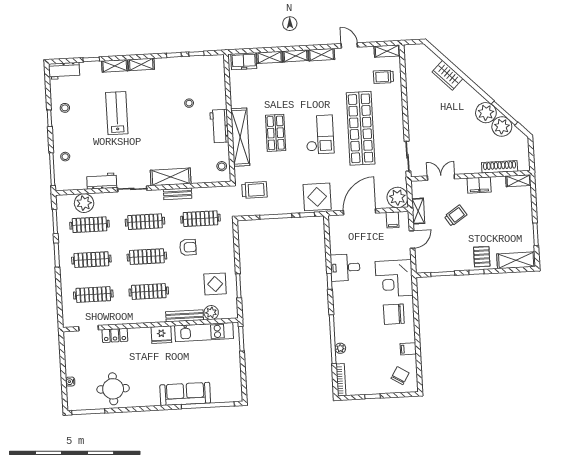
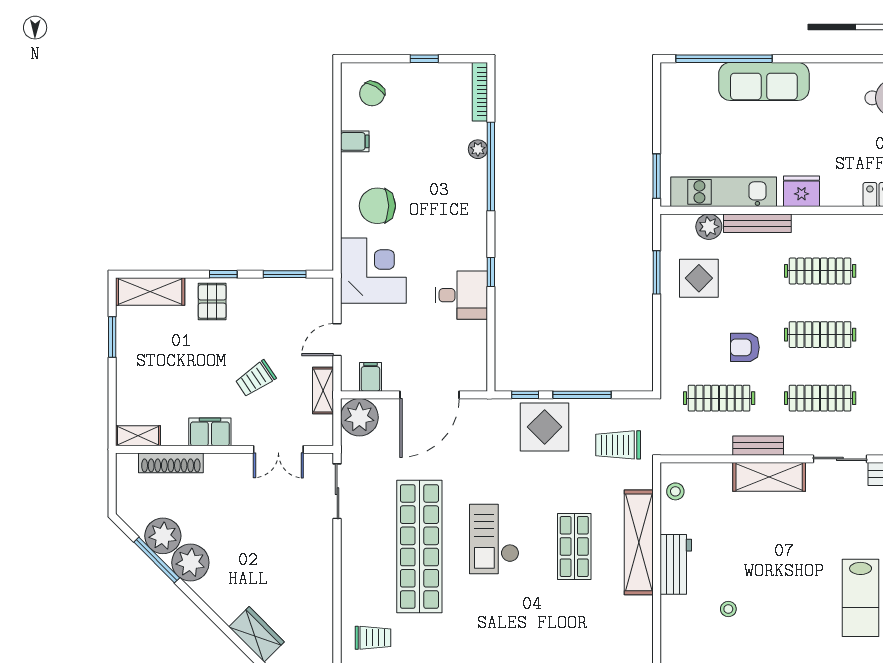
display table: (317, 197) -> (545, 427), moved
chair: (394, 314) -> (377, 206), turned 180

